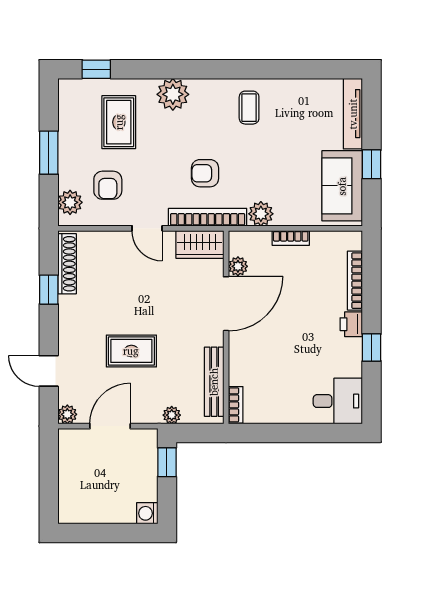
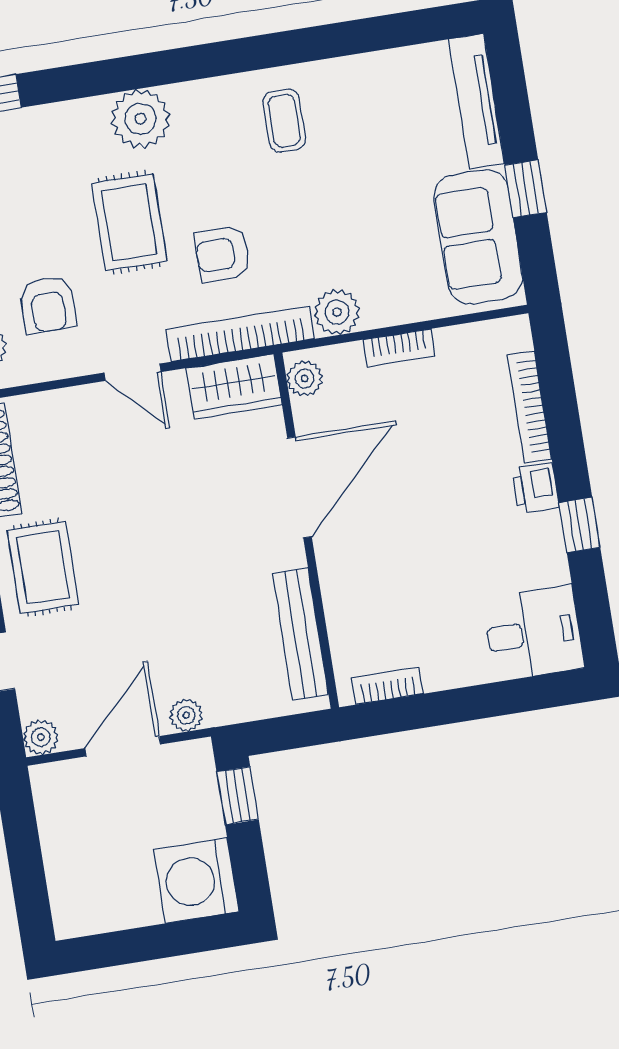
rug: (119, 122) -> (129, 222), moved
plant: (238, 266) -> (305, 379), moved
rug: (131, 351) -> (43, 567), moved, turned 90
bookcase: (236, 405) -> (387, 686), moved, turned -90
plant: (172, 415) -> (186, 715), moved
washing machine: (147, 513) -> (196, 881), width x1.89, depth x1.89

